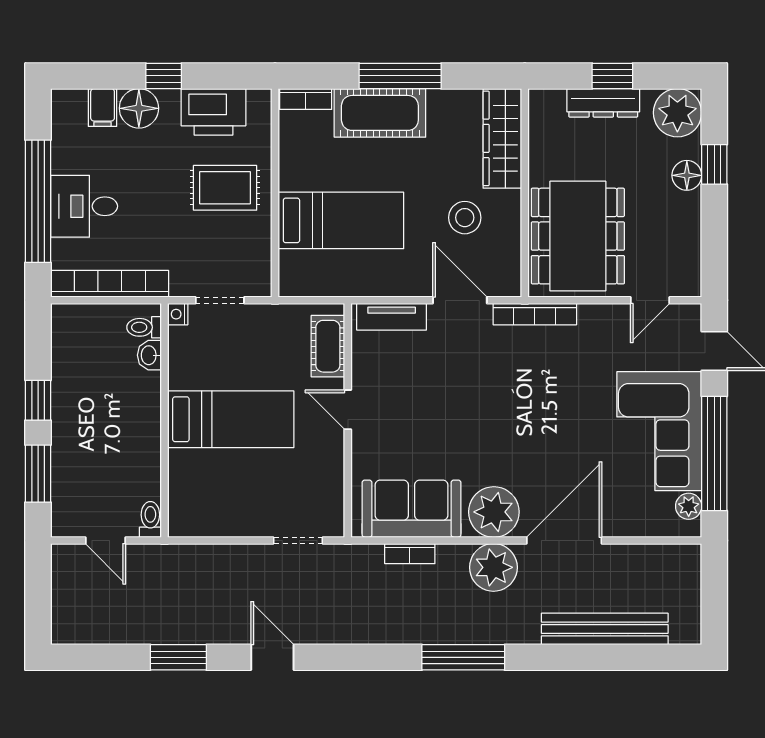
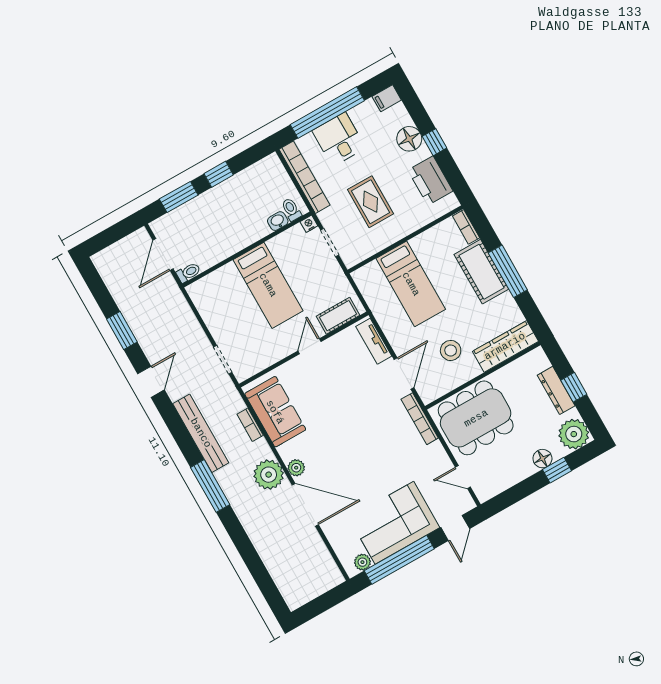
filing cabinet: (103, 108) -> (387, 98), moved
rug: (225, 188) -> (370, 202), moved
plant: (494, 512) -> (296, 468), width x0.53, depth x0.53
door: (105, 540) -> (163, 254), width x1.38
bench: (605, 629) -> (201, 433), moved

